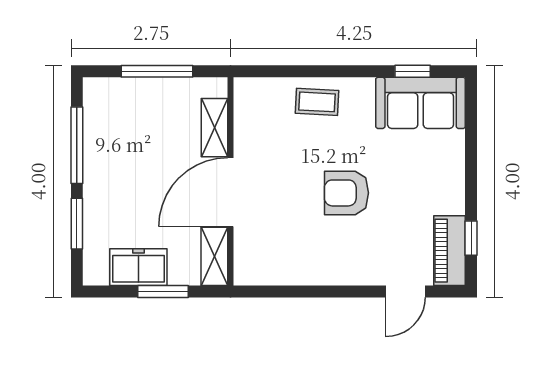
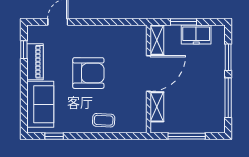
sofa: (421, 103) -> (40, 104), moved, turned 90
armchair: (346, 193) -> (88, 73), width x1.36, depth x1.36
piano: (450, 251) -> (35, 62), moved

